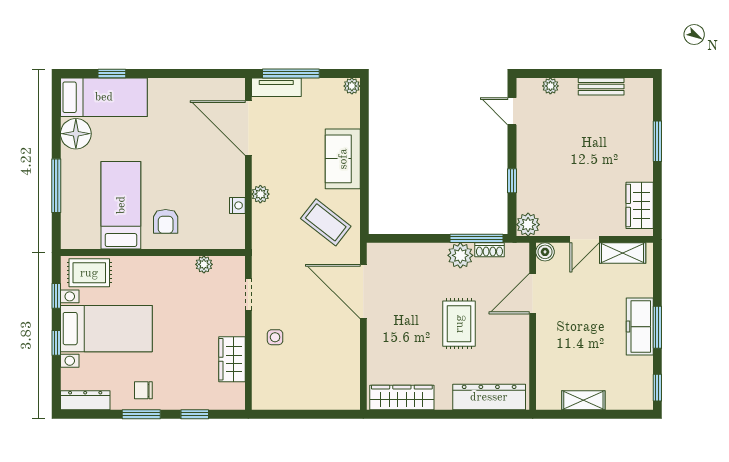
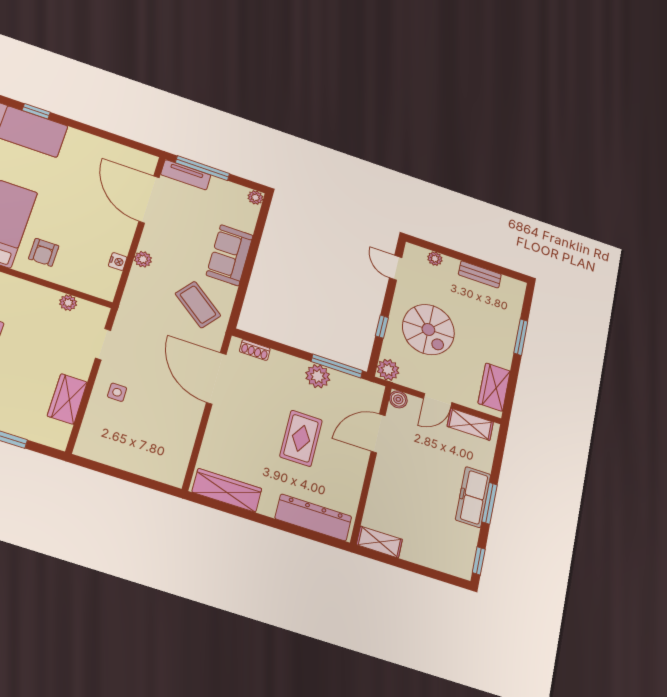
spiral stairs: (560, 167) -> (428, 329), added
shoe rack: (489, 250) -> (255, 350), moved
shelving: (583, 400) -> (379, 542), moved

